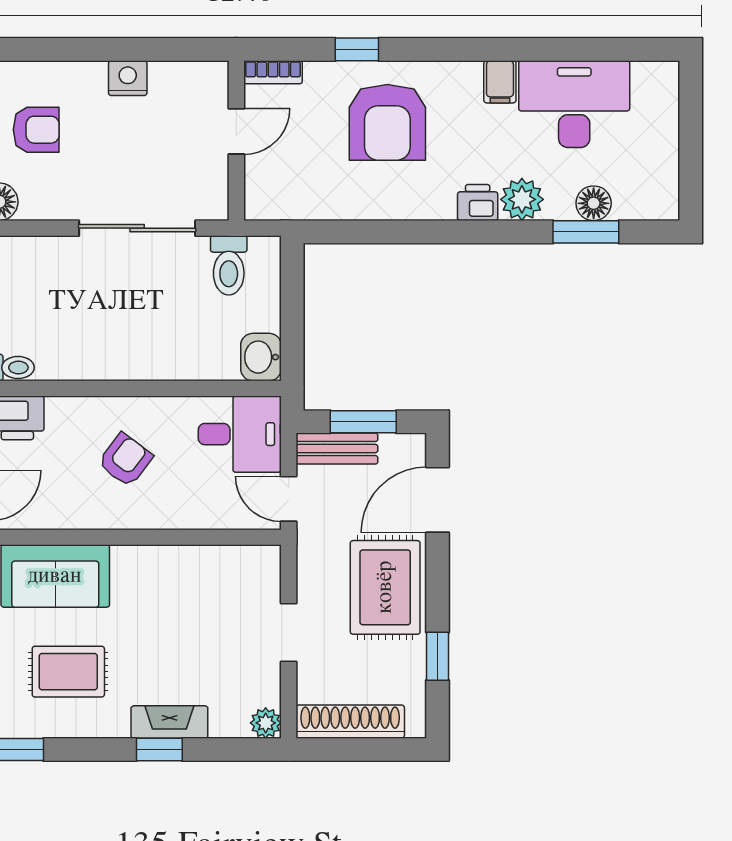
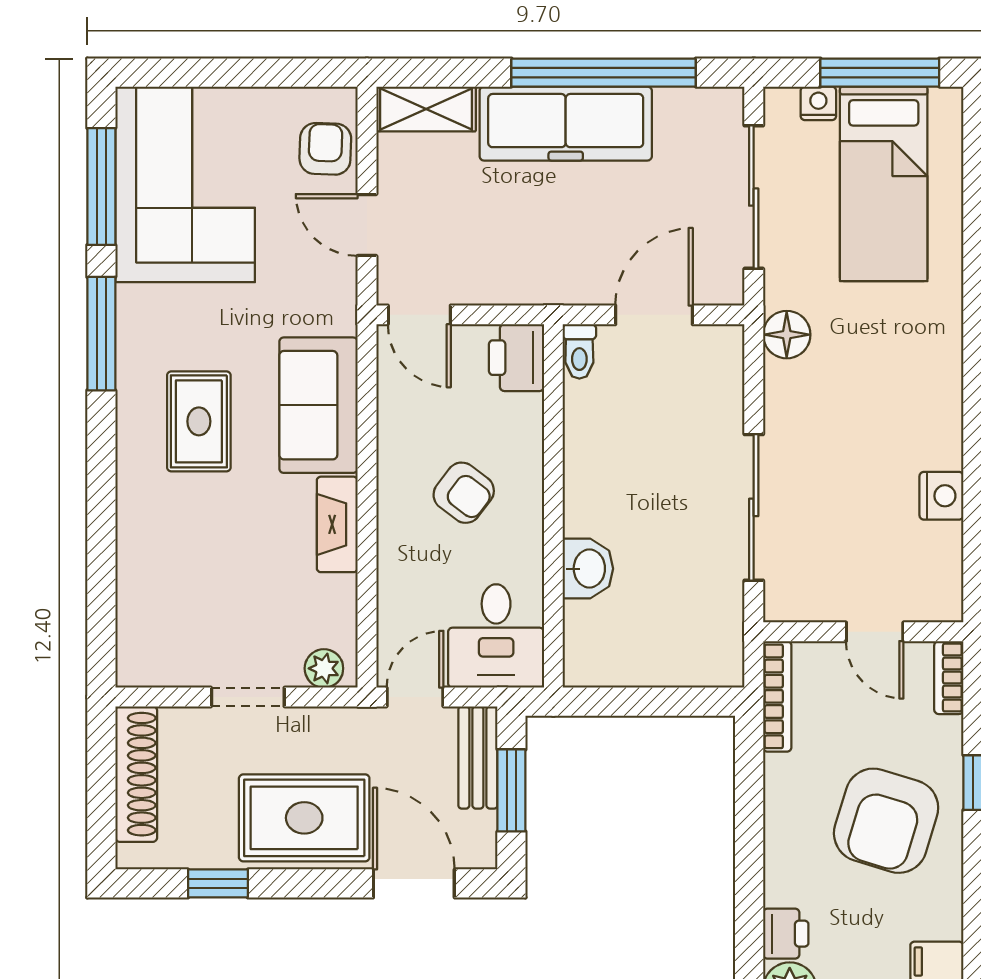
armchair: (387, 122) -> (886, 821), turned -73
armchair: (36, 130) -> (877, 381), removed
bookcase: (288, 209) -> (777, 696), added
toilet: (229, 265) -> (707, 622), removed
washbasin: (261, 357) -> (588, 569), moved, turned 90
fireplace: (169, 722) -> (337, 524), moved, turned 180
plant: (266, 723) -> (324, 668), moved
window: (159, 750) -> (101, 535), removed

